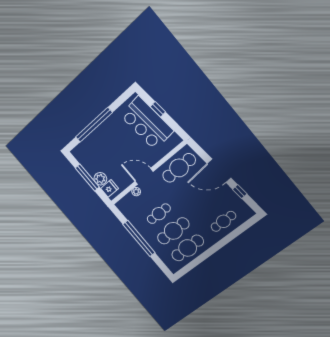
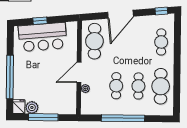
plant: (100, 179) -> (32, 107), moved
fridge: (110, 188) -> (19, 107), moved
window: (240, 192) -> (161, 11), moved
cafe table: (173, 231) -> (138, 86), width x0.73, depth x0.74

